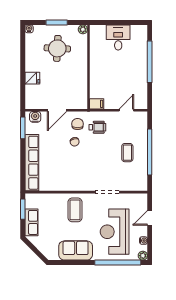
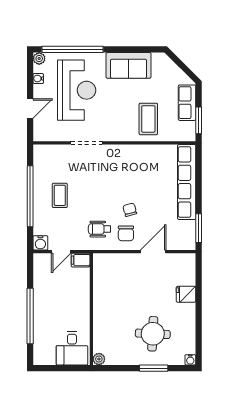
plant: (83, 29) -> (99, 359), moved
wall: (89, 67) -> (91, 309), moved
filing cabinet: (97, 104) -> (81, 260), moved
water cooler: (35, 117) -> (40, 243), moved
coffee table: (75, 210) -> (148, 119), moved

